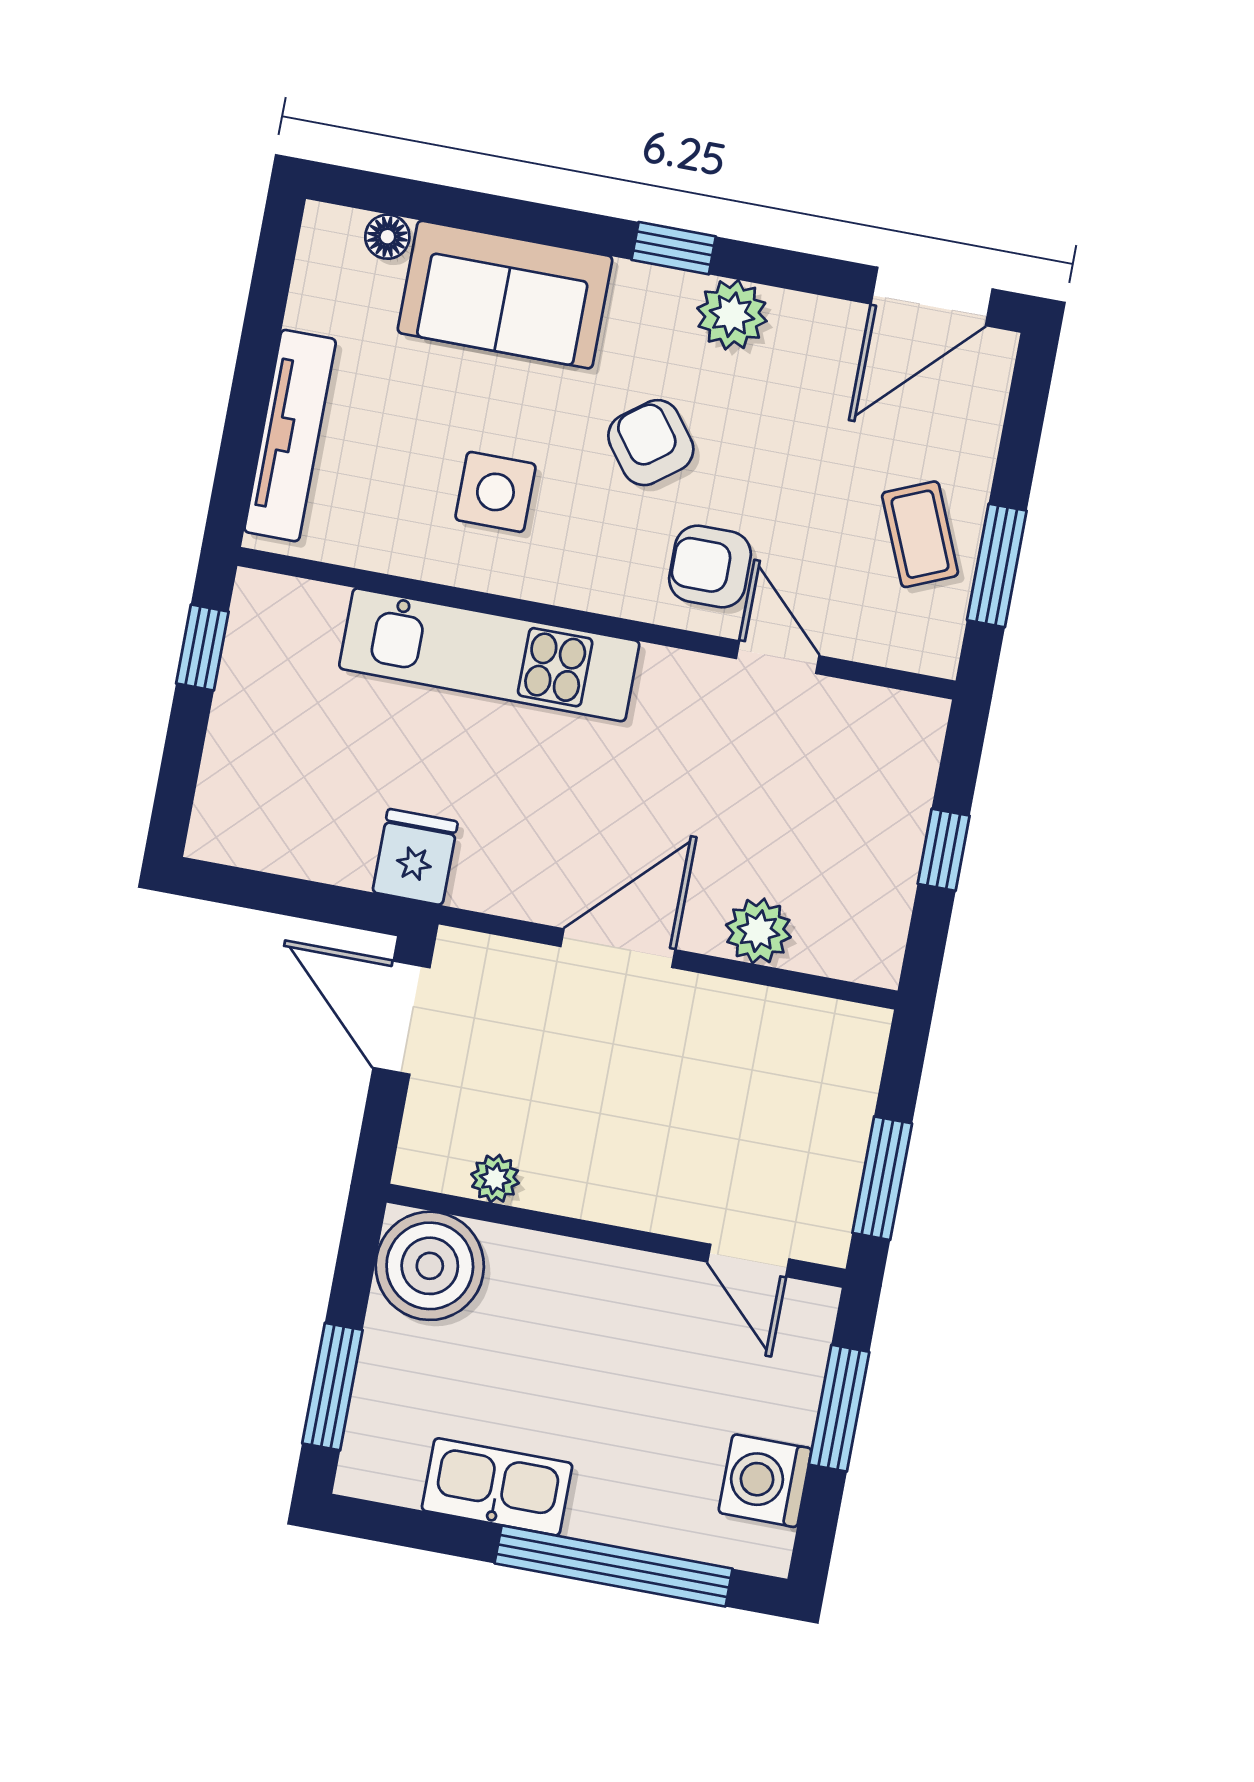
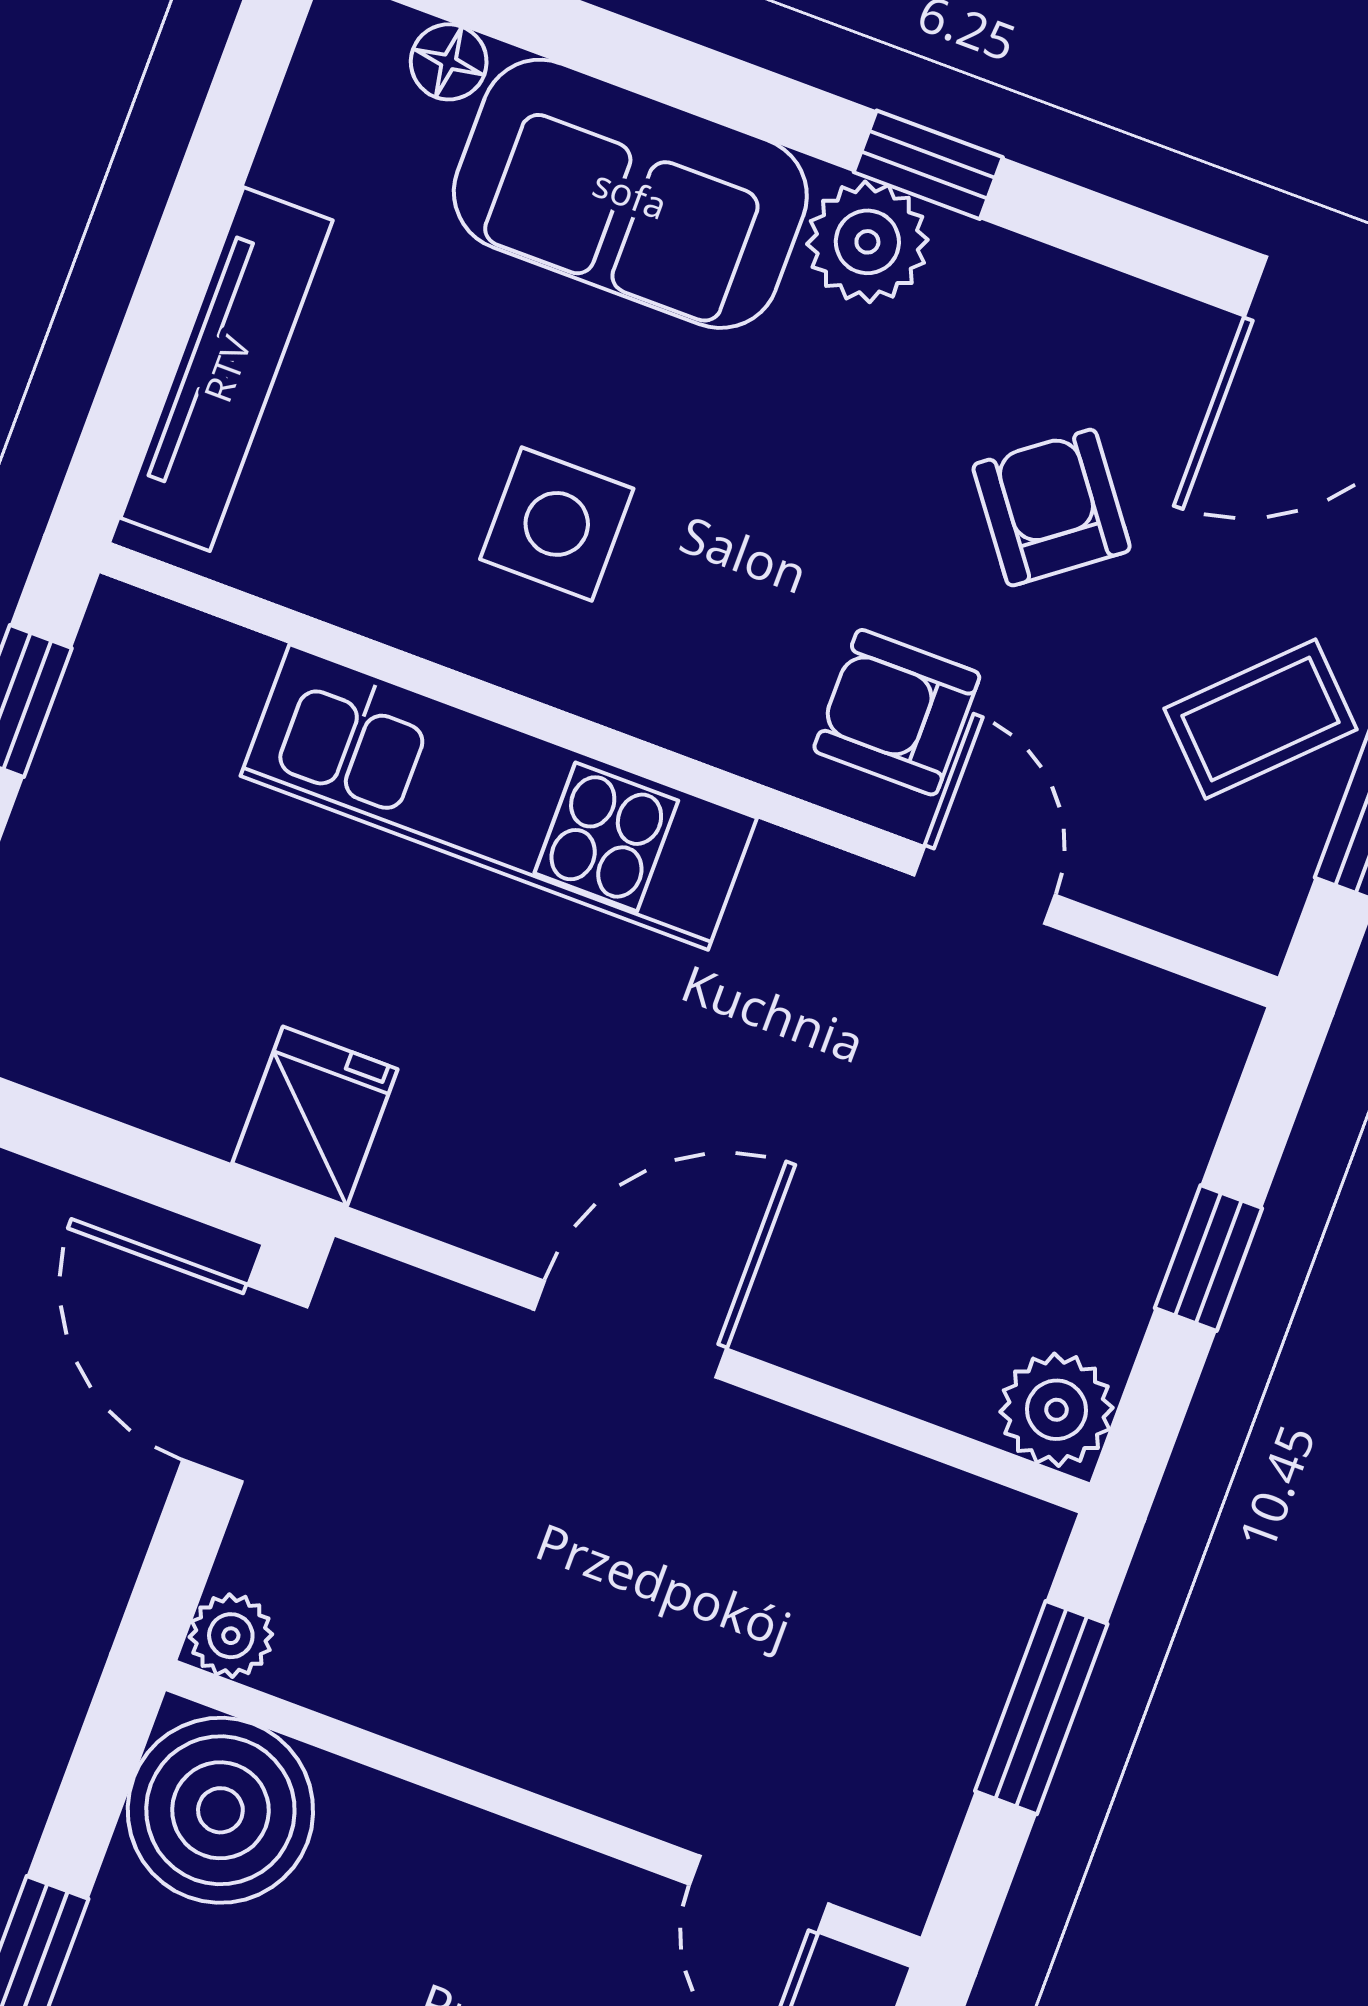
plant: (732, 315) -> (867, 242), moved
armchair: (651, 443) -> (1052, 508), moved
coffee table: (920, 534) -> (1261, 719), turned 68
plant: (758, 931) -> (1057, 1410), moved
window: (882, 1178) -> (1041, 1708), moved
plant: (495, 1179) -> (231, 1636), moved

